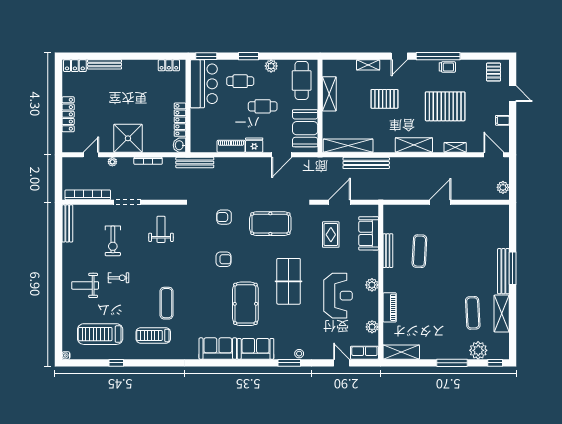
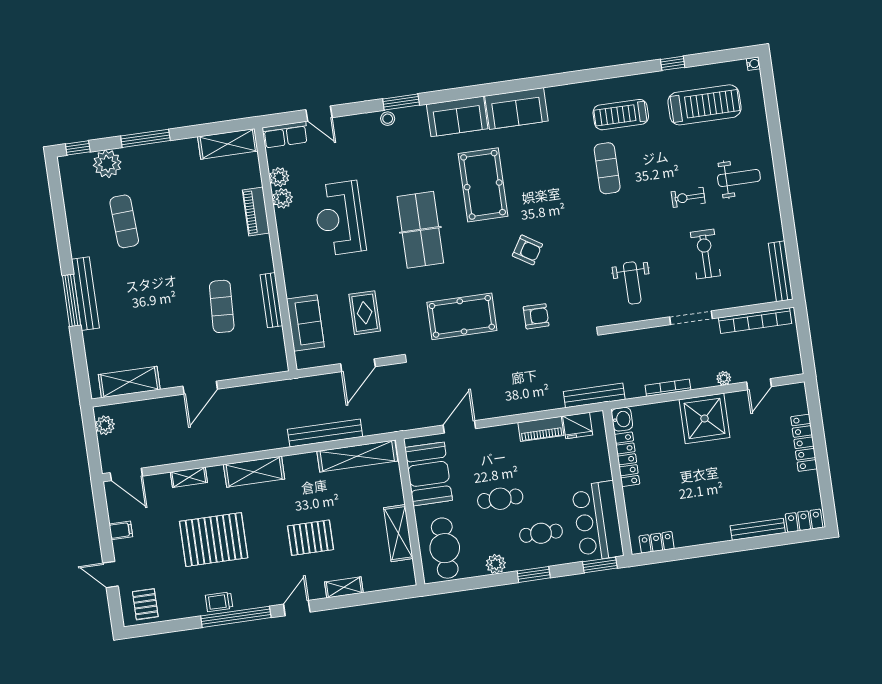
fridge: (254, 145) -> (578, 426), moved
armchair: (224, 259) -> (527, 250), turned -148
plant: (372, 285) -> (282, 198), moved
shelving: (502, 314) -> (129, 382), moved, turned 90
treadmill: (153, 335) -> (621, 115), turned 180

